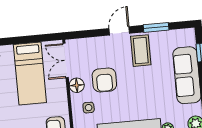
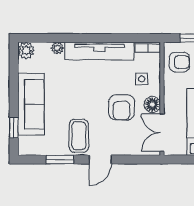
double door: (66, 61) -> (162, 133), swing flipped
armchair: (104, 80) -> (122, 107), turned 180

